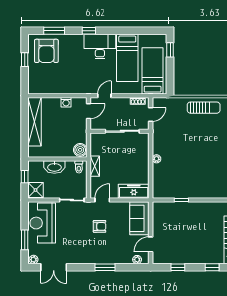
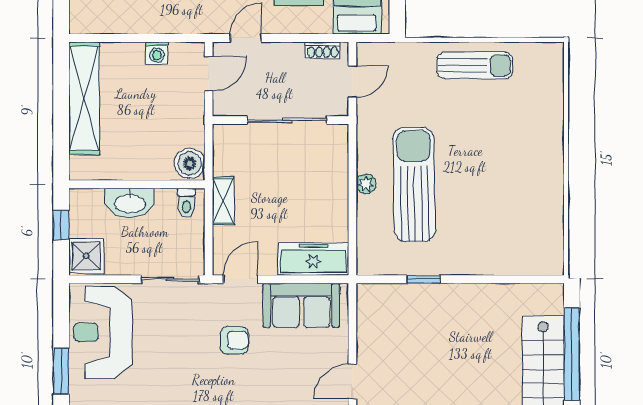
sun lounger: (177, 159) -> (414, 184), added
sofa: (139, 218) -> (301, 305), moved, turned -90

